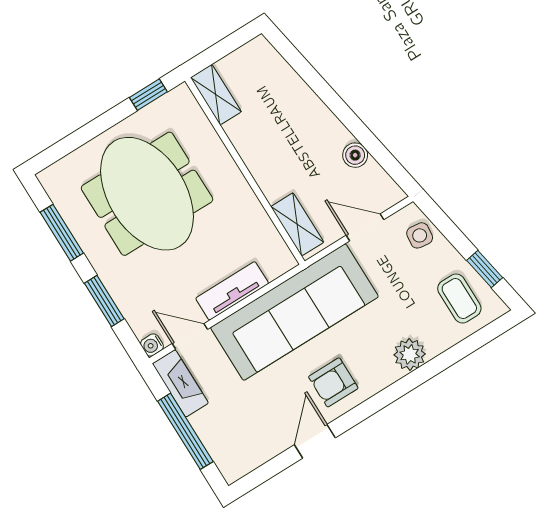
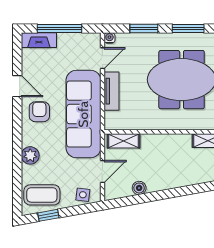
coffee table: (459, 299) -> (42, 195), width x1.36, depth x1.30
fireplace: (180, 383) -> (39, 40), moved

